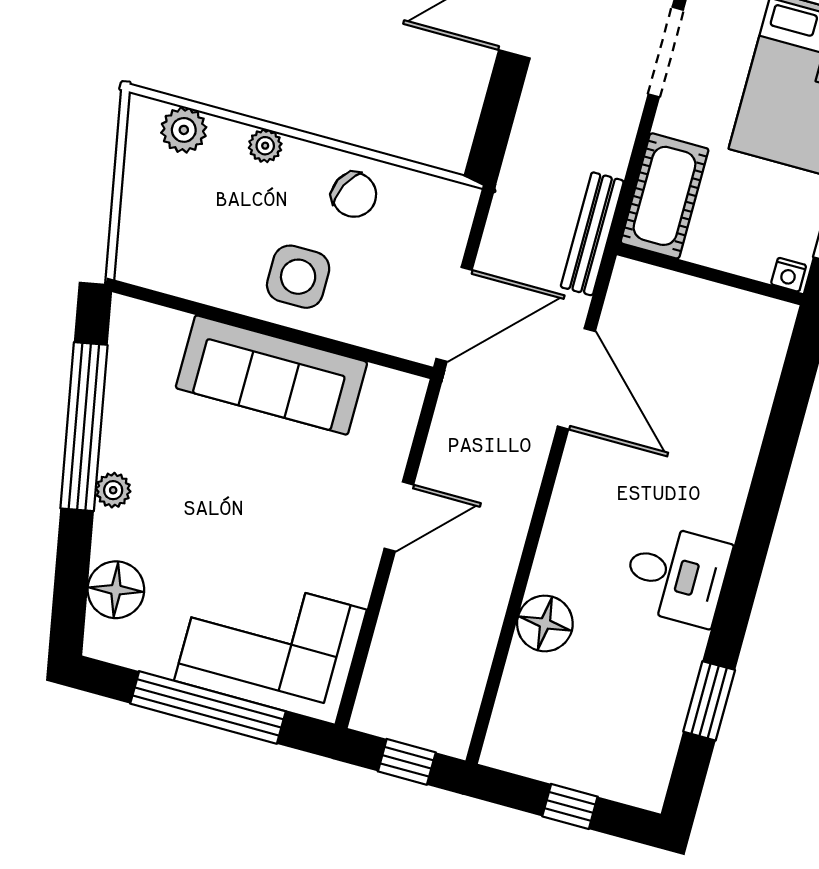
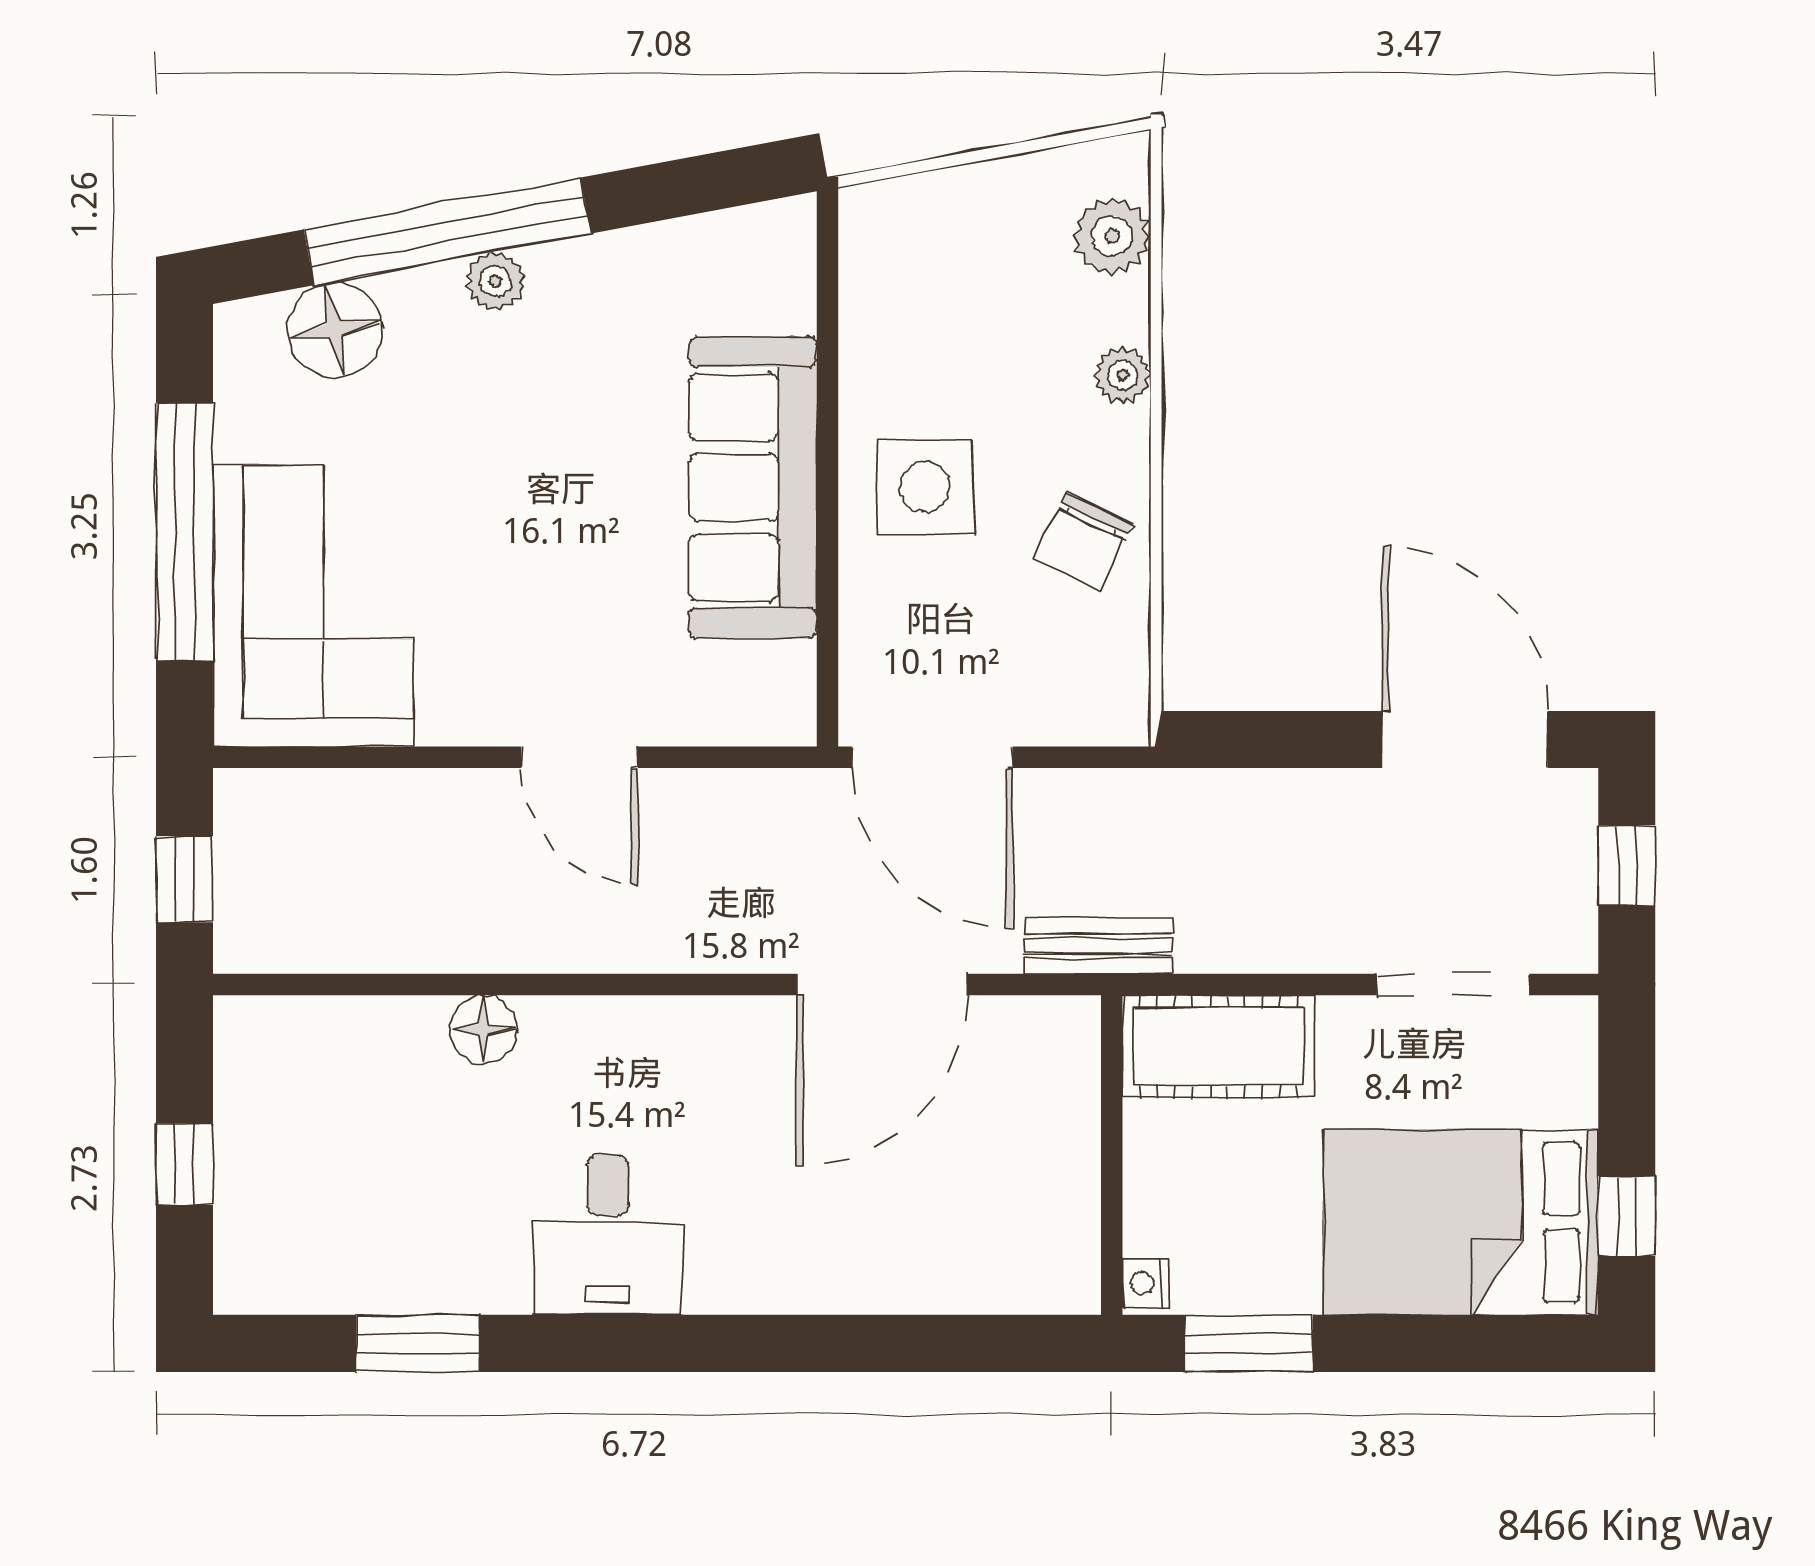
bench: (592, 234) -> (1098, 946), width x0.73
window: (84, 427) -> (447, 231), moved
floor lamp: (545, 623) -> (484, 1029), width x0.73, depth x0.73

